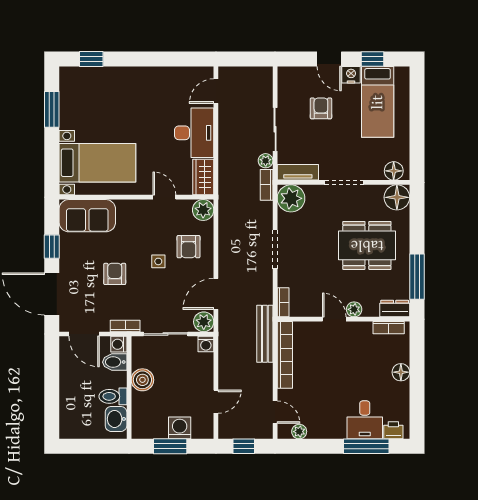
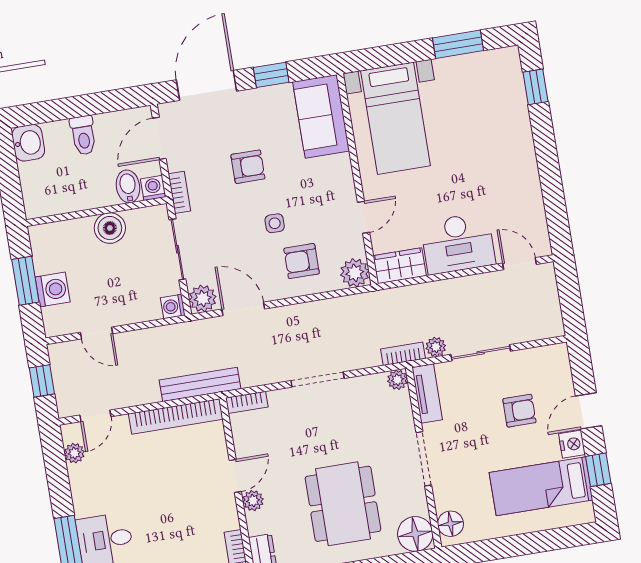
plant: (291, 198) -> (397, 380), width x0.53, depth x0.53
toilet: (113, 396) -> (83, 135), moved, turned 180
washbasin: (116, 419) -> (28, 143), moved, turned 90

